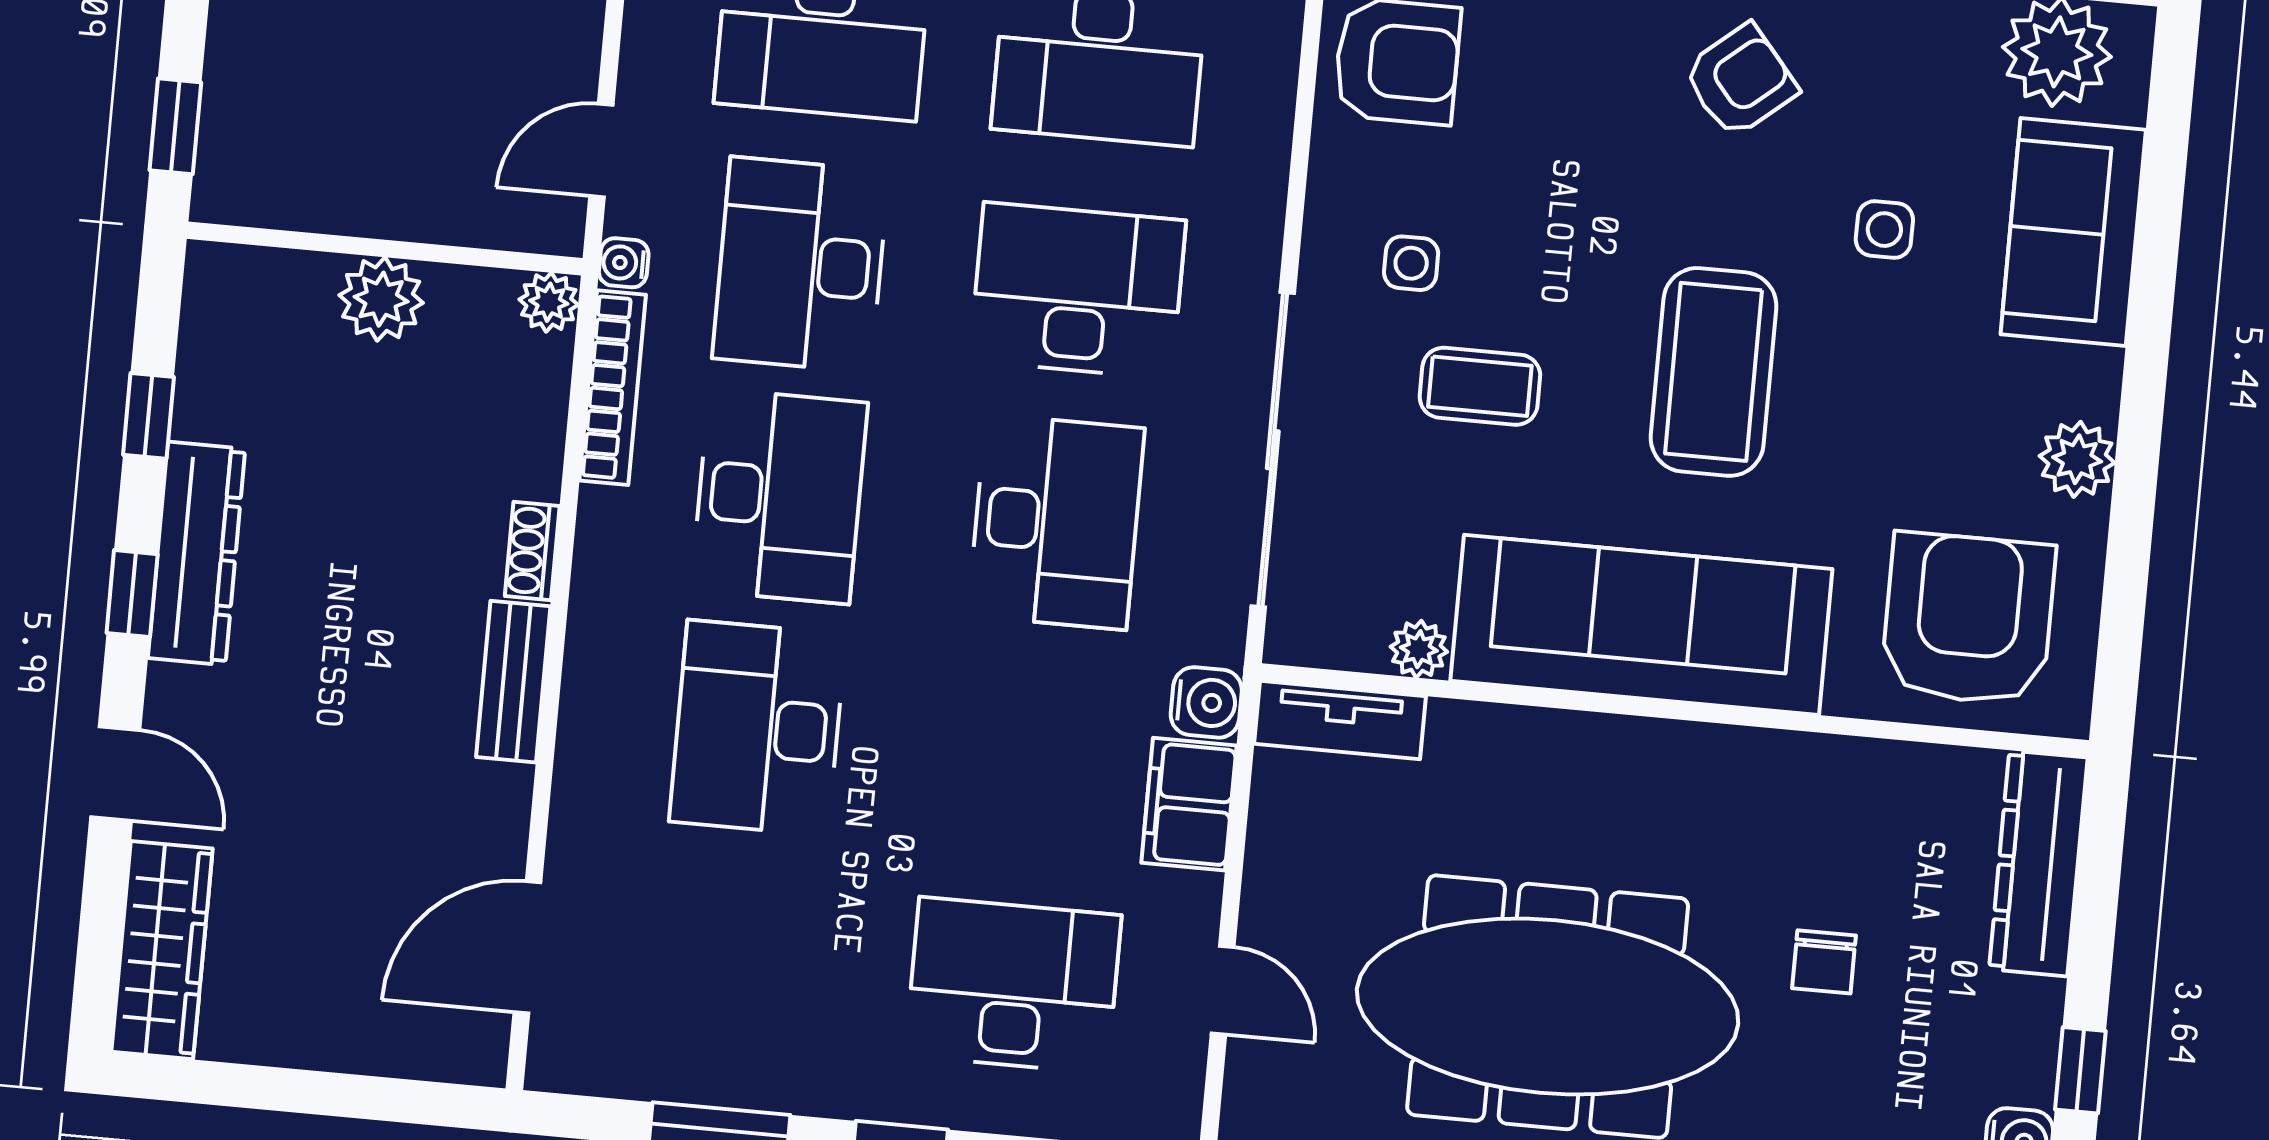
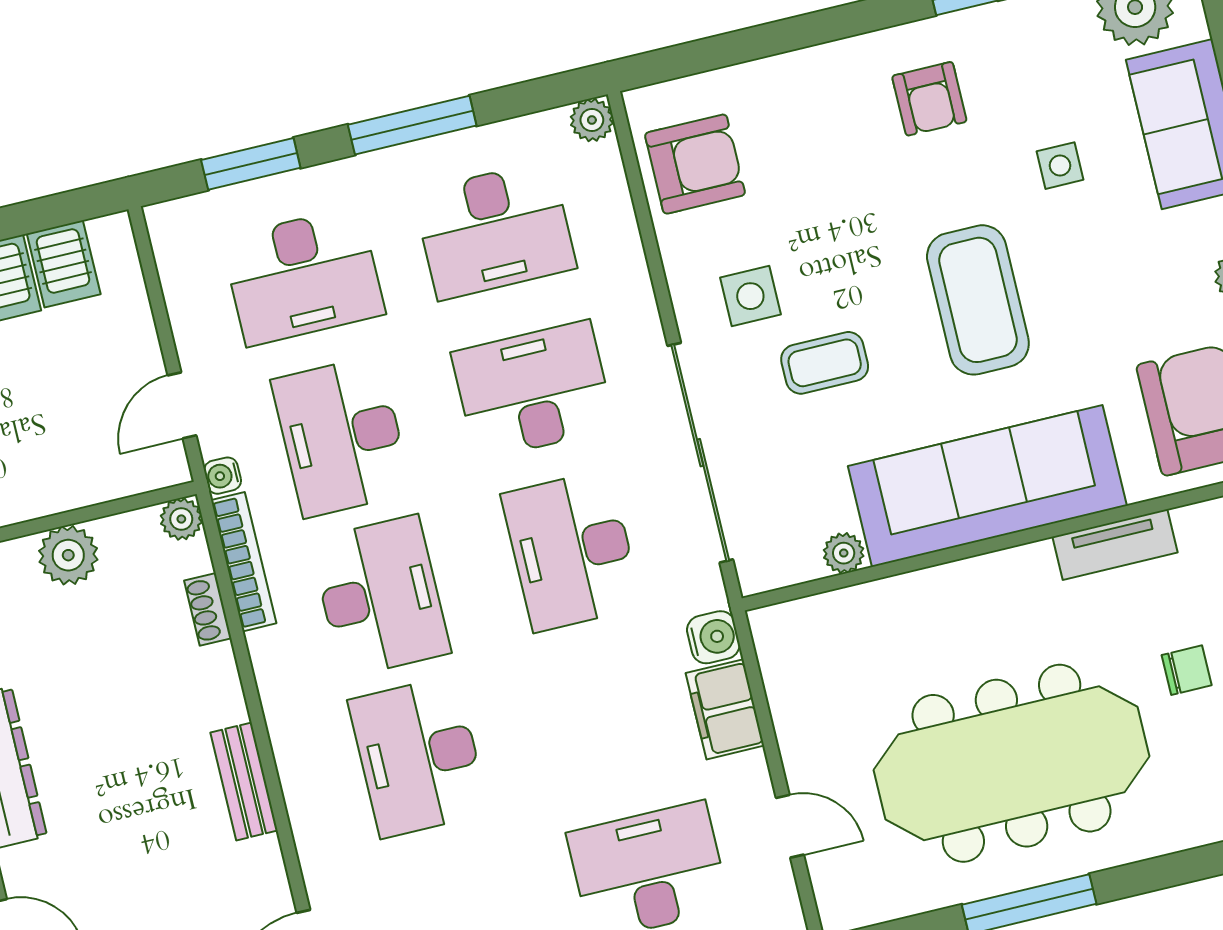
armchair: (1740, 81) -> (929, 99), turned 130
side table: (1411, 263) -> (750, 296), width x1.37, depth x1.37
desk: (1056, 522) -> (572, 551), turned 180
shoe rack: (532, 551) -> (208, 609), moved
tv unit: (1340, 720) -> (1115, 545), moved
chair: (1824, 962) -> (1187, 670), turned -90

